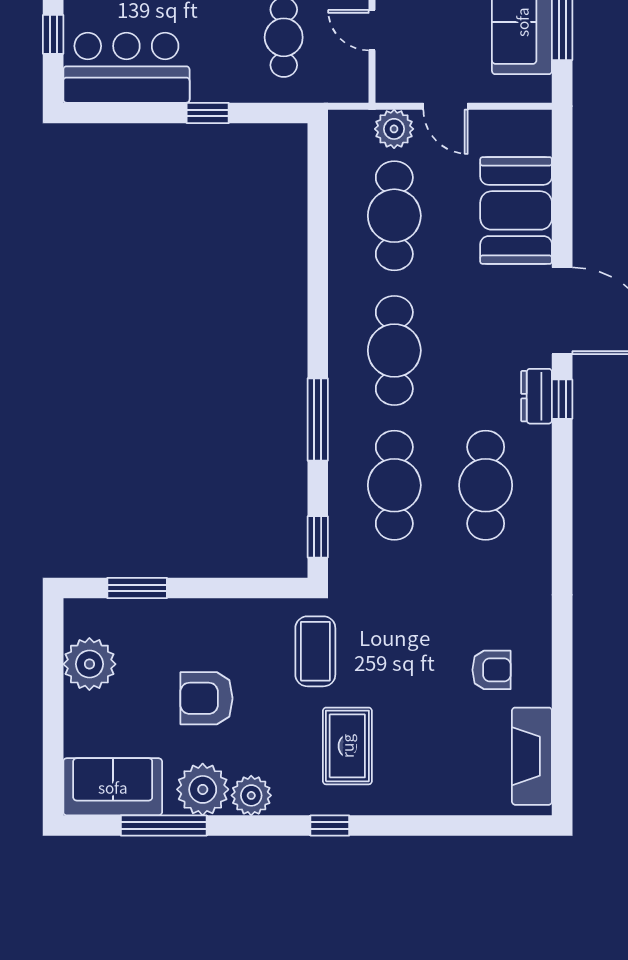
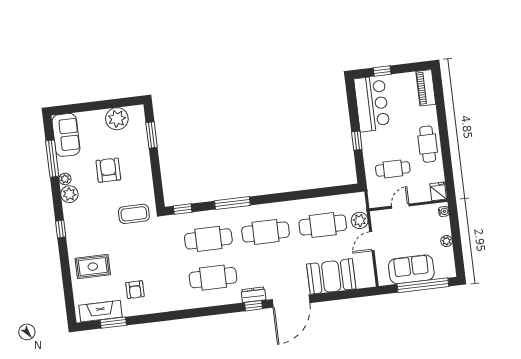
window: (562, 730) -> (113, 323), added
rug: (347, 746) -> (93, 267), moved
plant: (203, 789) -> (65, 179), width x0.53, depth x0.53

